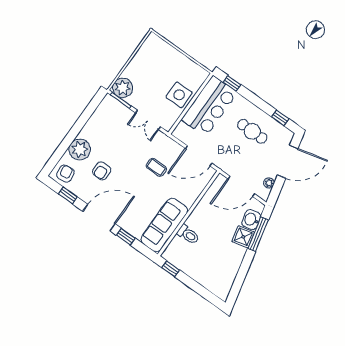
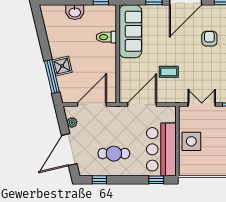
washbasin: (251, 220) -> (75, 12), moved, turned 103

